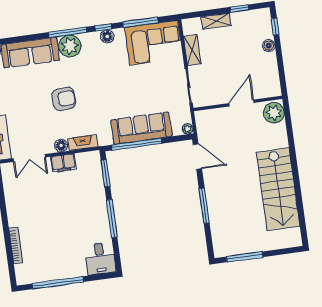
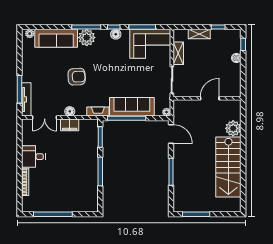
plant: (274, 113) -> (233, 128), moved
fireplace: (83, 143) -> (98, 112), moved
desk: (100, 259) -> (33, 157), moved, turned 90

